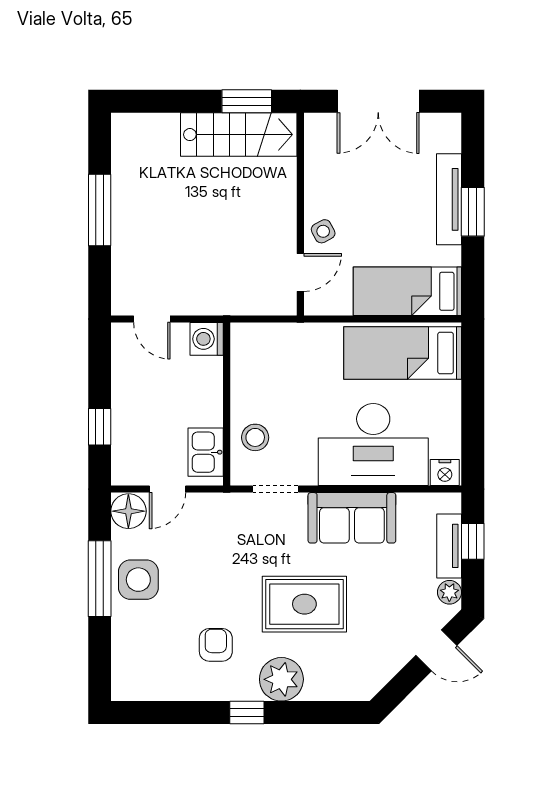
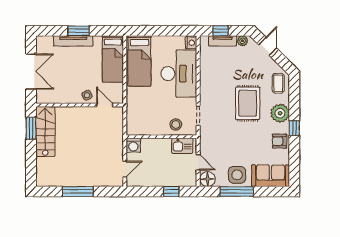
sofa: (352, 518) -> (271, 176), moved, turned -90
armchair: (216, 645) -> (280, 141), moved
coffee table: (351, 675) -> (278, 83), added

